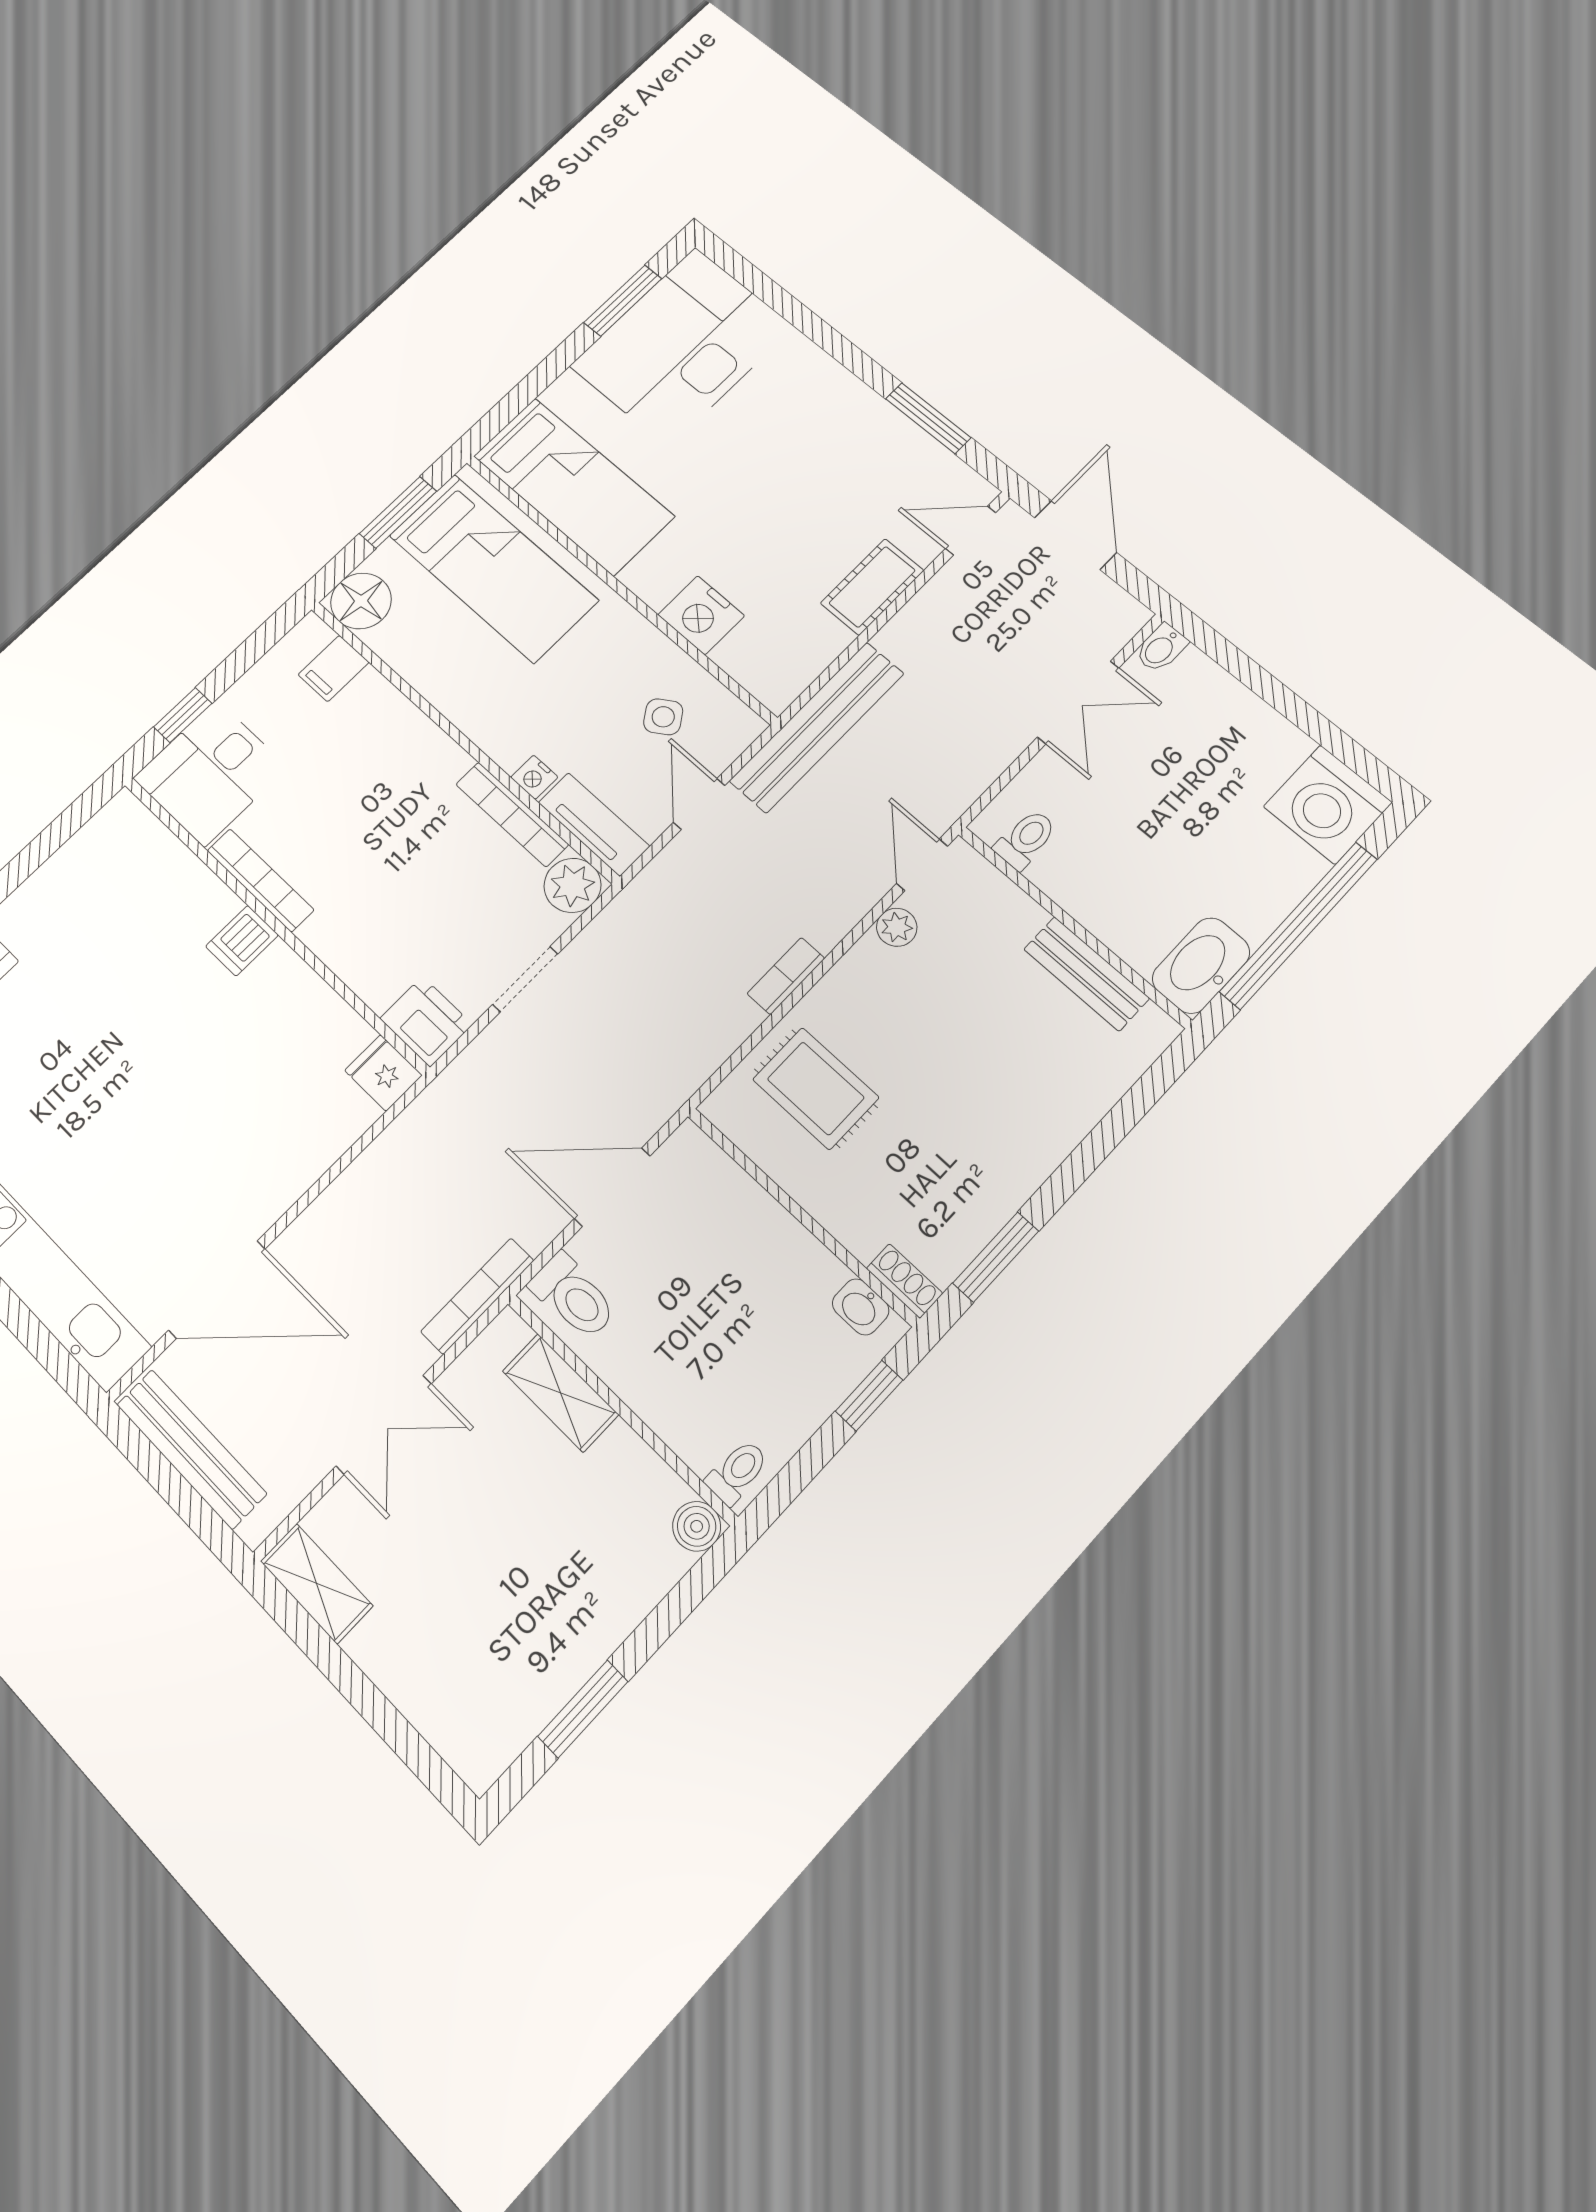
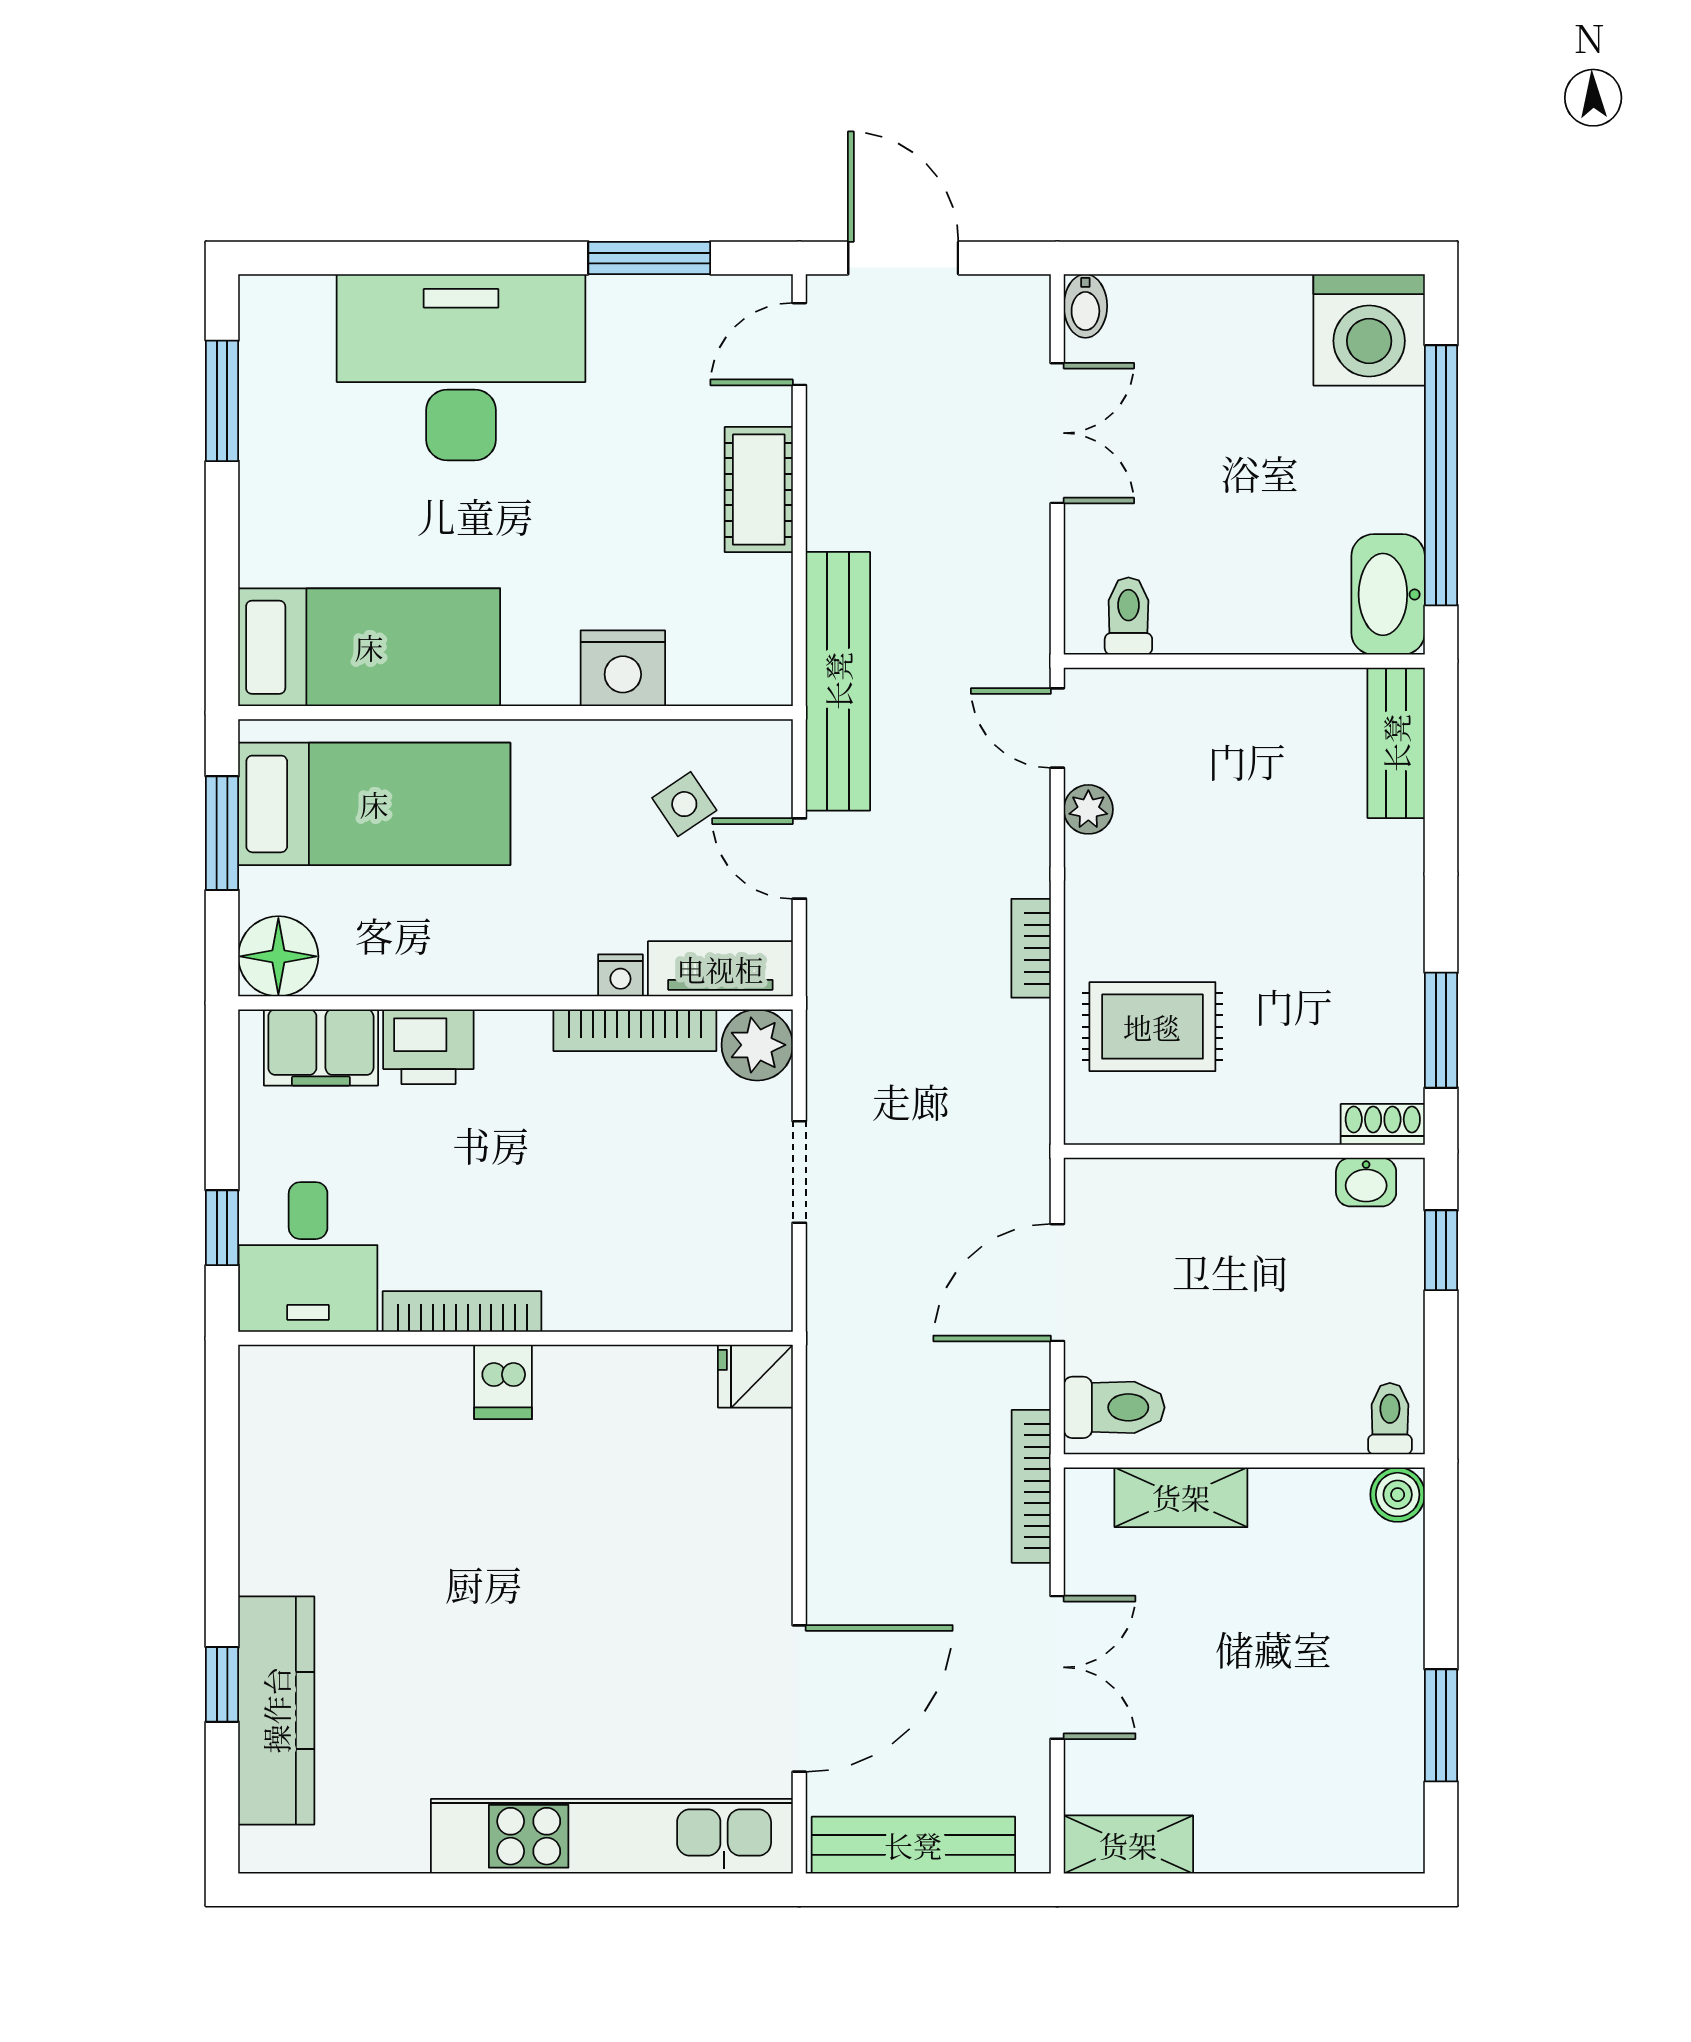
desk: (682, 347) -> (461, 367), moved, turned 90
filing cabinet: (334, 668) -> (321, 1047), width x2.00
bench: (1086, 974) -> (1396, 743), moved, turned 90
printer: (426, 1021) -> (428, 1047), moved, turned 180

